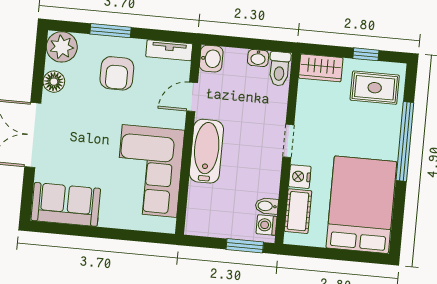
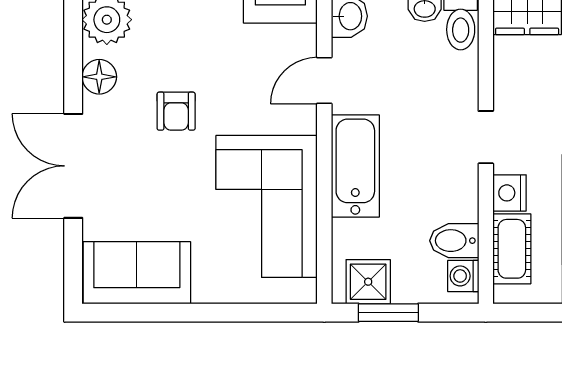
armchair: (117, 73) -> (176, 111), moved, width x0.72, depth x0.72
bidet: (267, 206) -> (454, 241), width x1.38, depth x1.36
shower: (208, 223) -> (368, 282), added
window: (245, 246) -> (388, 313), moved

